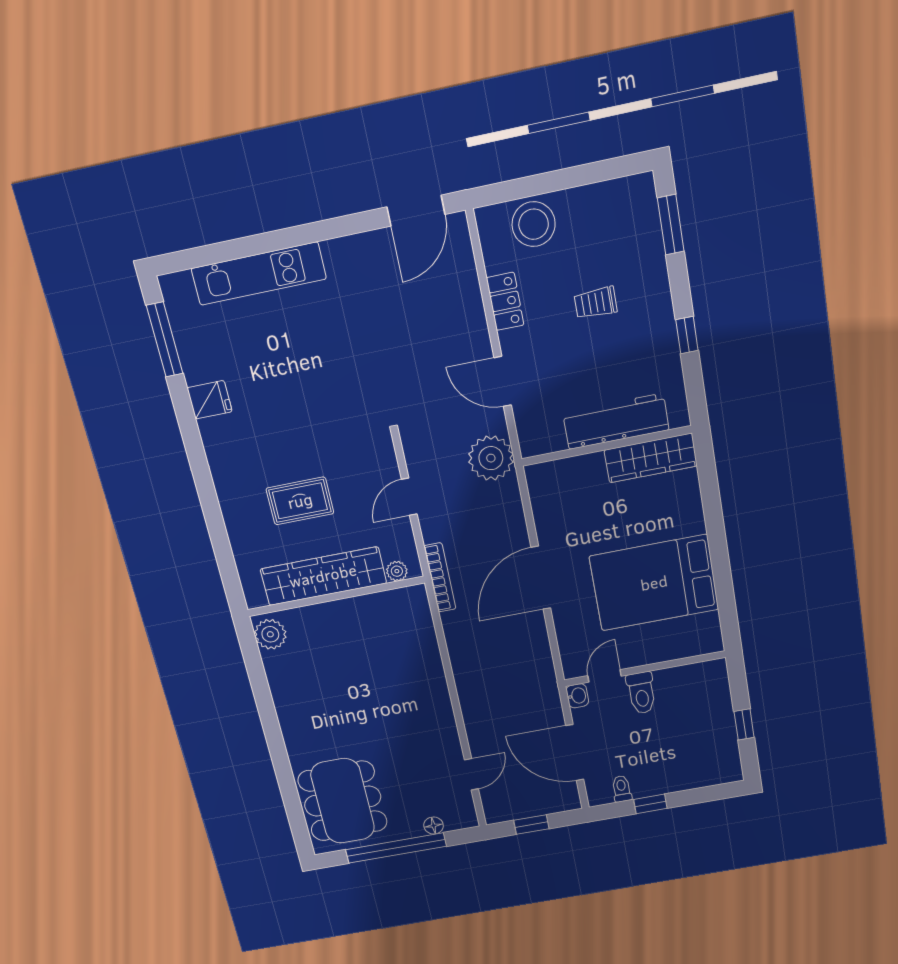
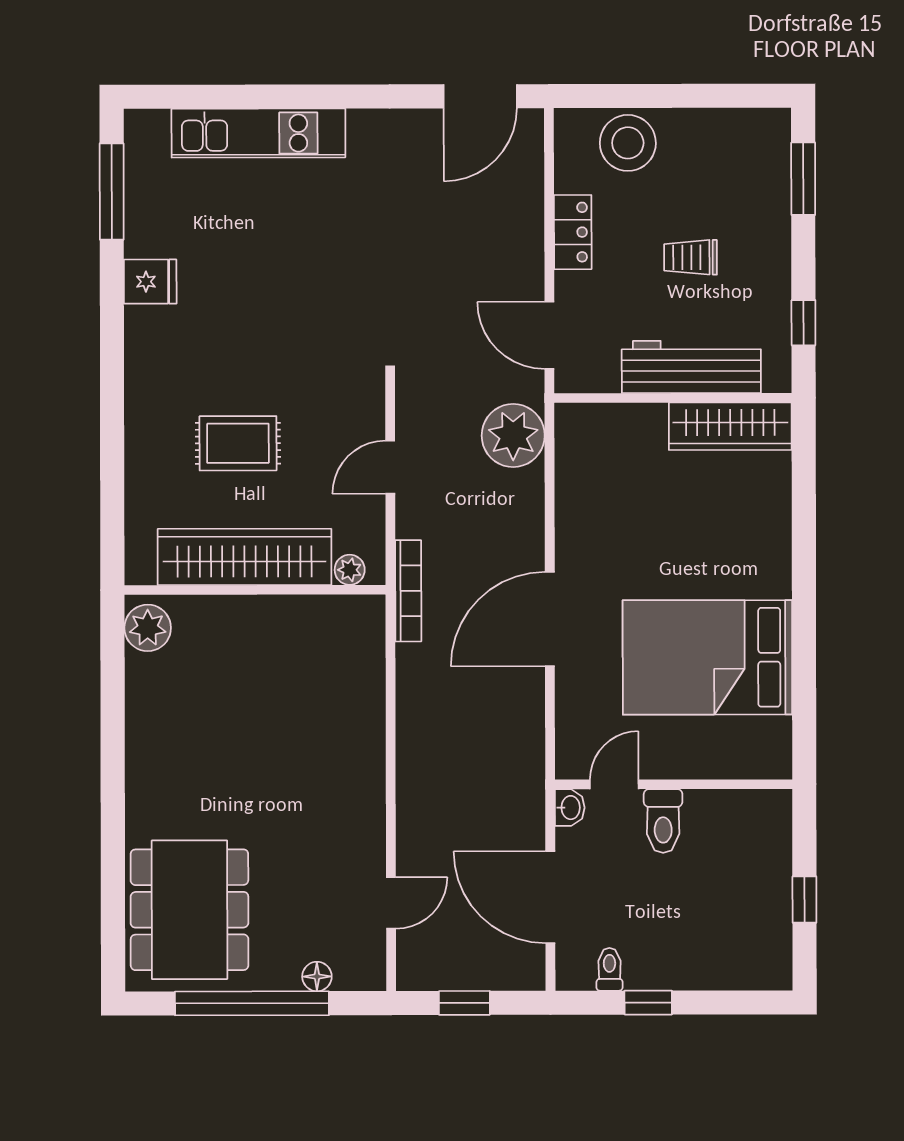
workbench: (616, 421) -> (691, 367), moved
wall: (606, 446) -> (673, 398), moved
wardrobe: (651, 458) -> (730, 426), moved

